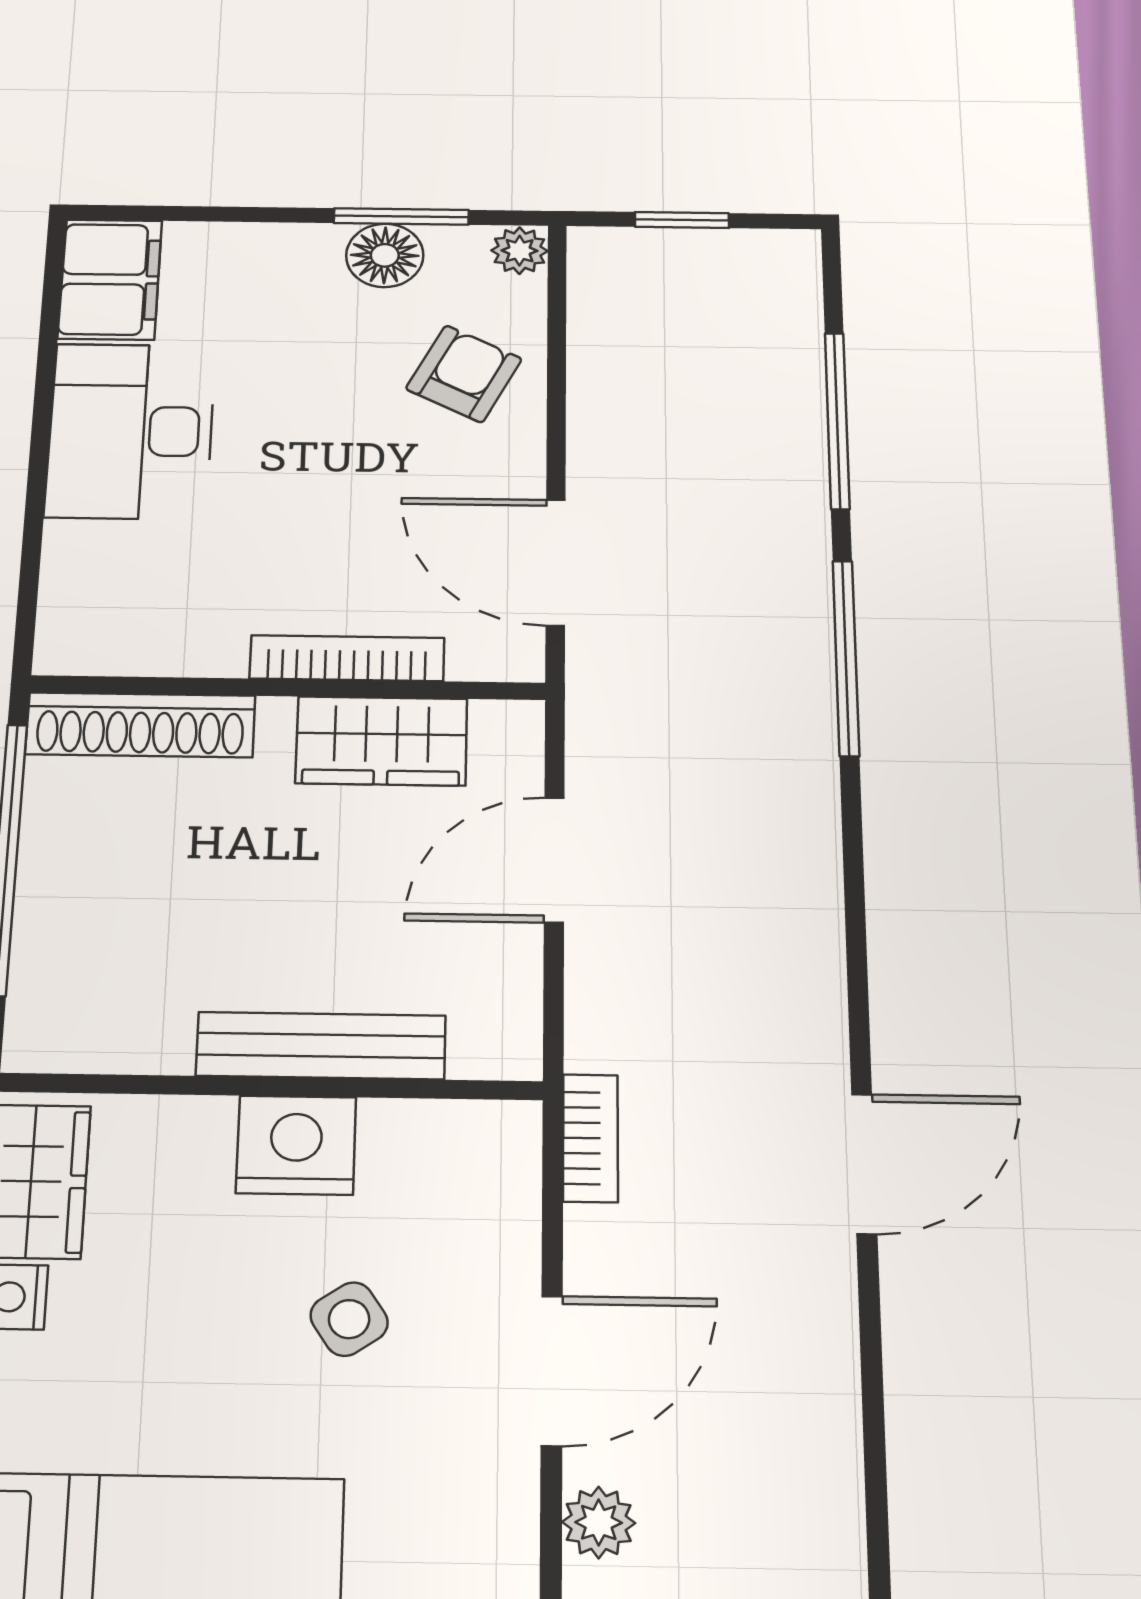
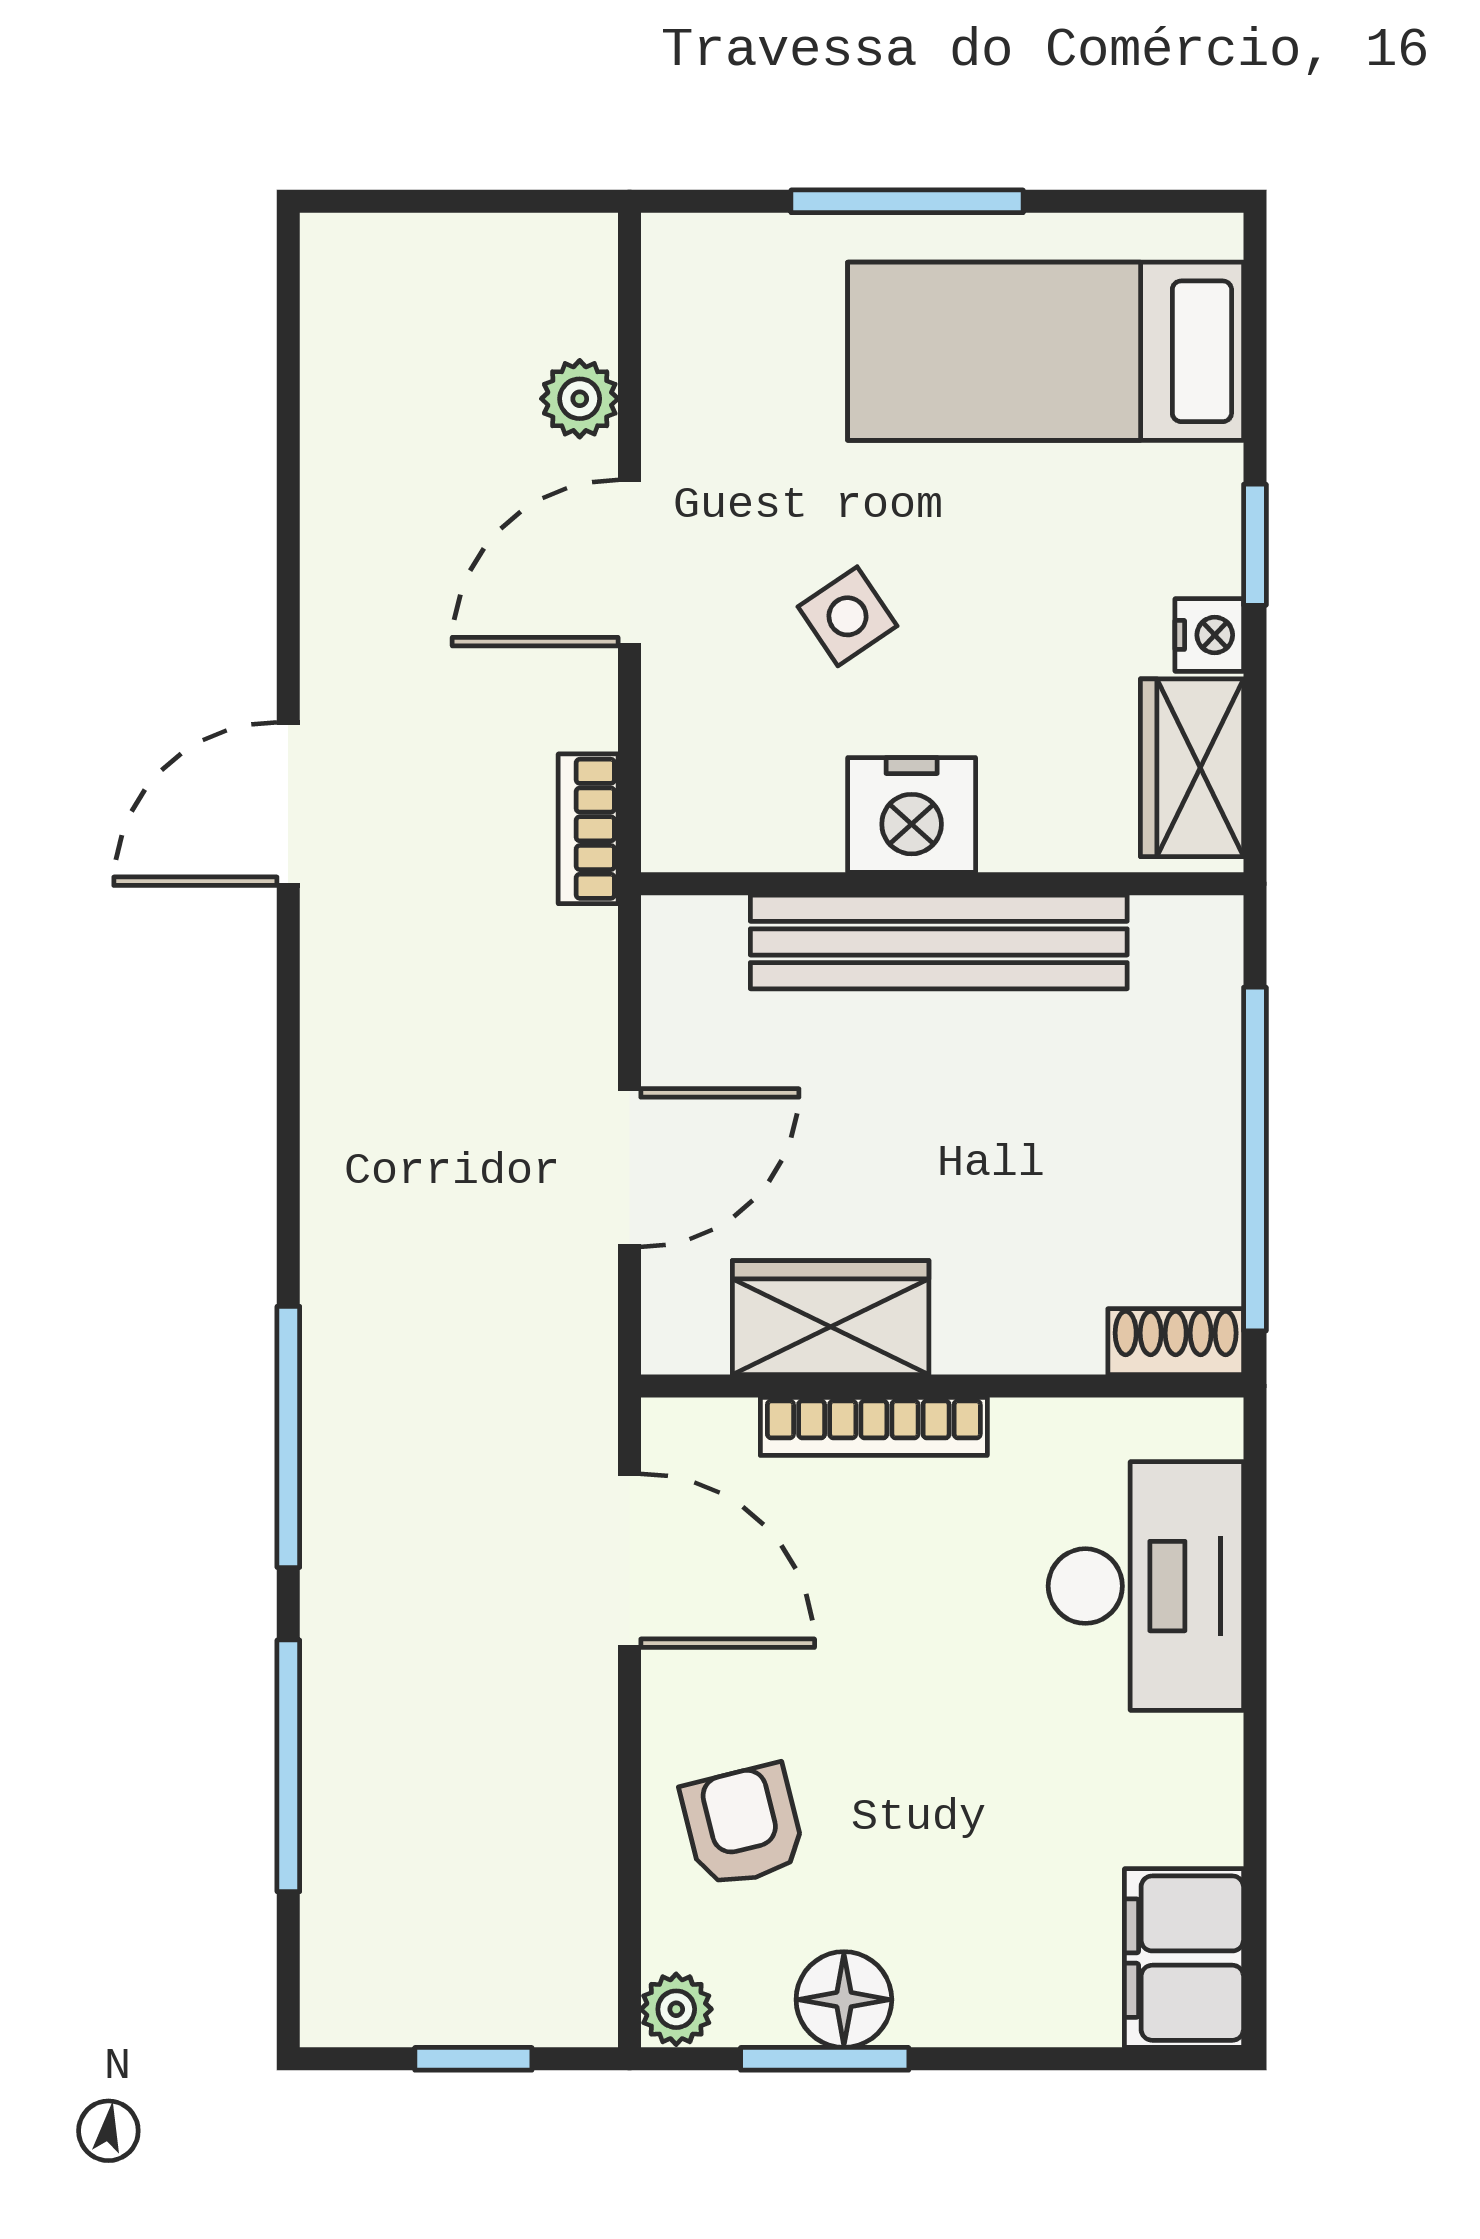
armchair: (464, 374) -> (743, 1826), turned 139
desk: (131, 431) -> (1146, 1586), moved
shoe rack: (140, 725) -> (1176, 1342), width x0.51, depth x0.81
bench: (321, 1046) -> (939, 942), width x1.37, depth x1.21

